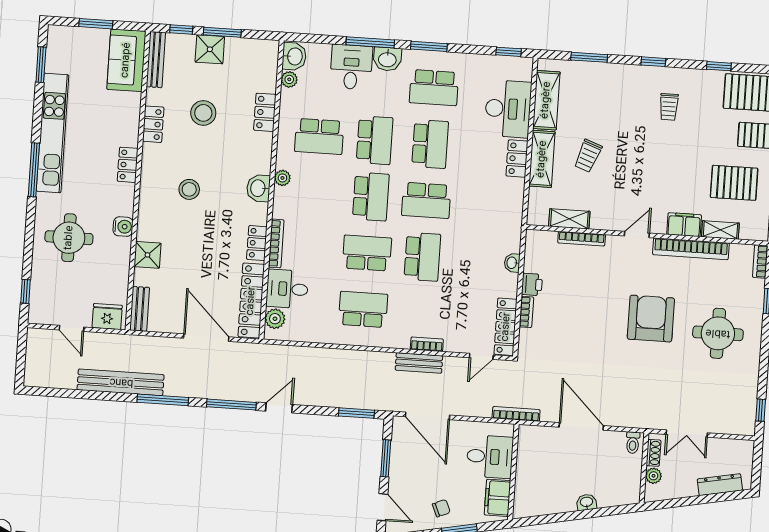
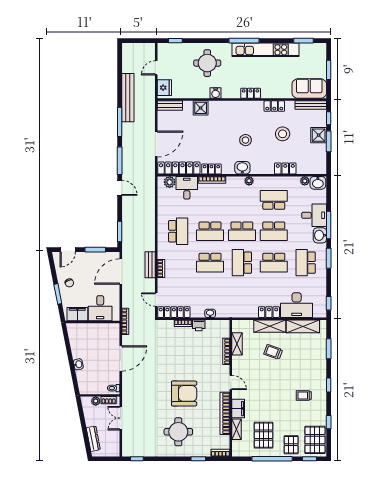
school desk: (319, 136) -> (274, 200), turned 90
stool: (189, 189) -> (245, 140), moved
school desk: (367, 253) -> (210, 231), turned 90

